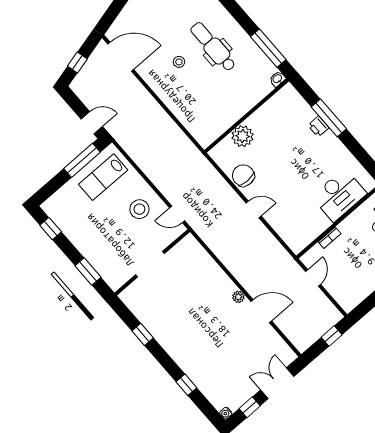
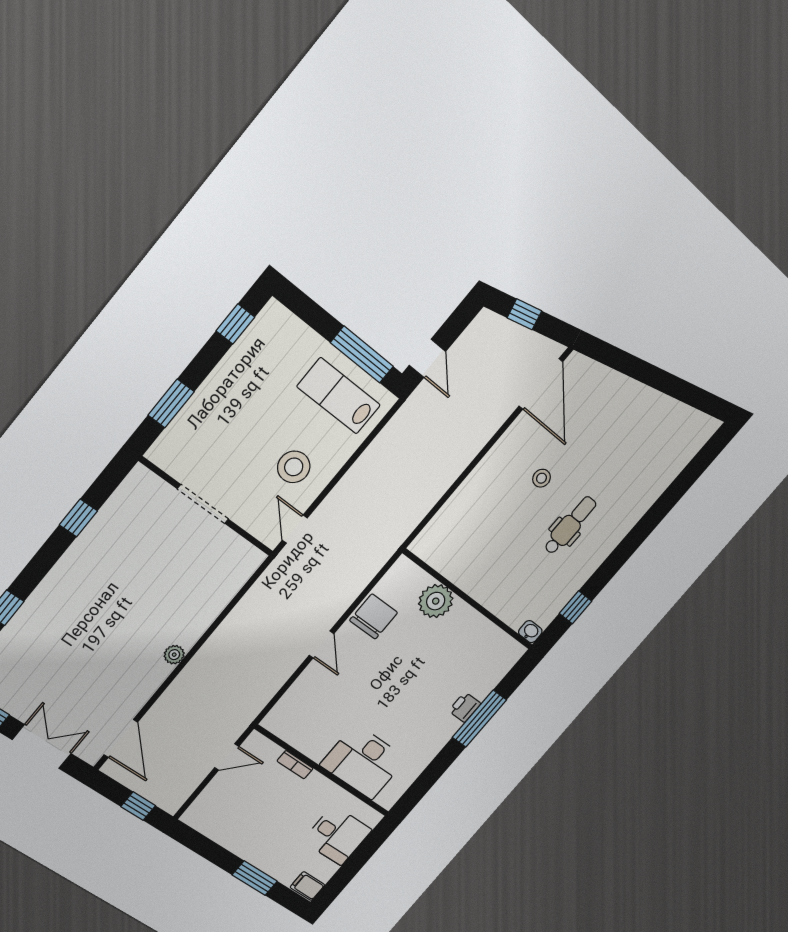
dental chair: (213, 47) -> (570, 525), width x0.73, depth x0.72
window: (268, 48) -> (576, 607), width x0.46
door: (261, 311) -> (121, 739), moved

